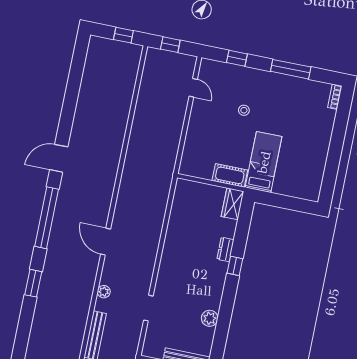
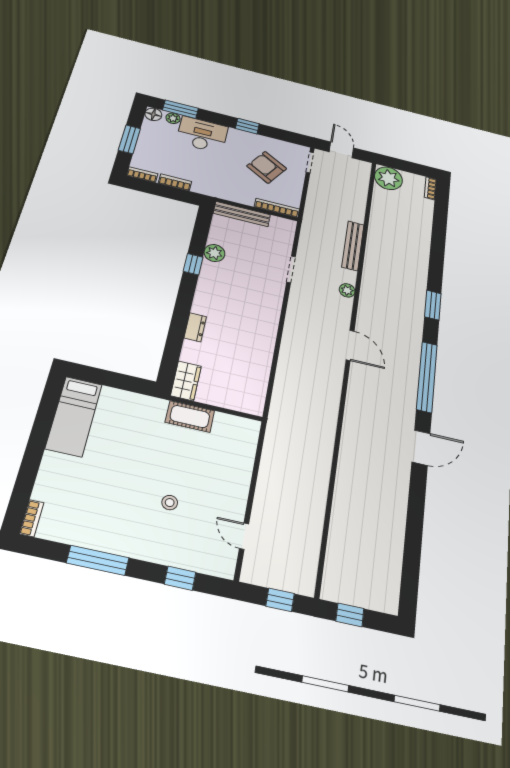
bed: (264, 162) -> (74, 416), moved
window: (235, 266) -> (193, 264), moved

